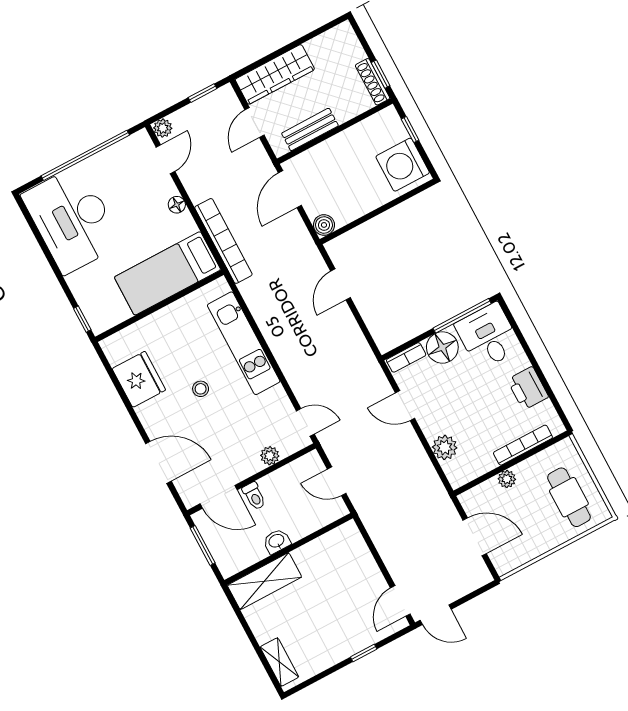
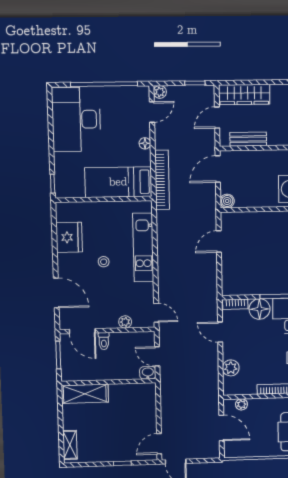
plant: (507, 479) -> (241, 404), moved
washbasin: (277, 541) -> (148, 373), moved

